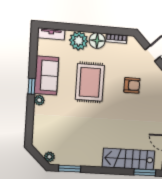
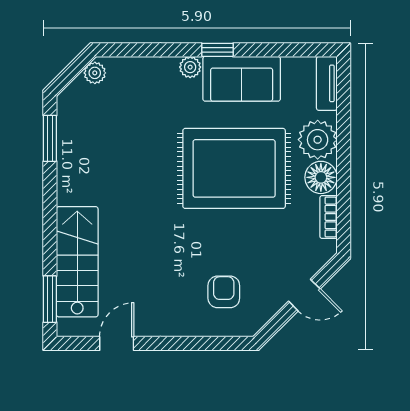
rug: (90, 82) -> (234, 168), width x1.37, depth x1.44
armchair: (132, 85) -> (224, 292), moved, turned 180
plant: (49, 157) -> (95, 73), moved

